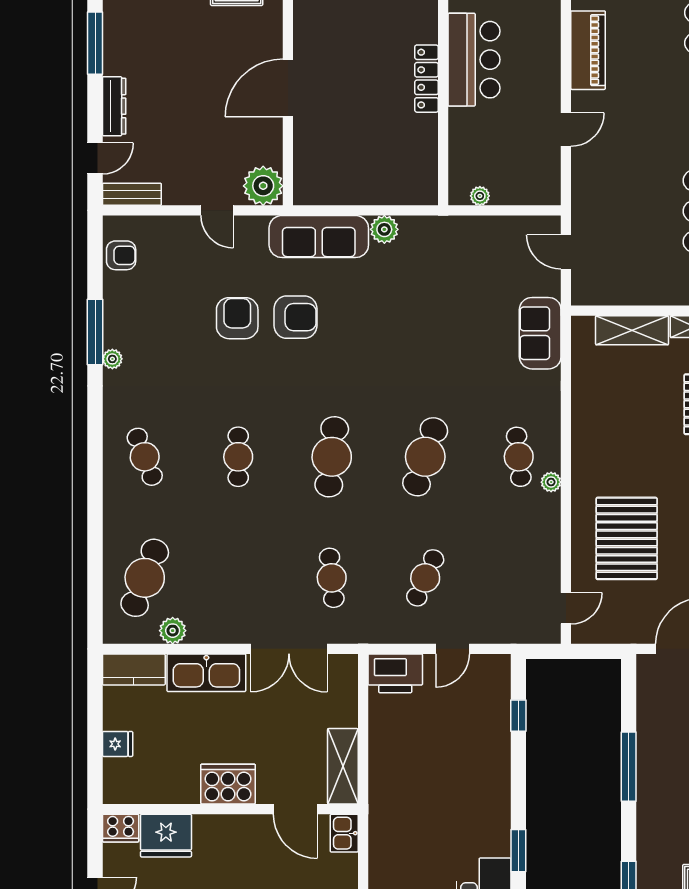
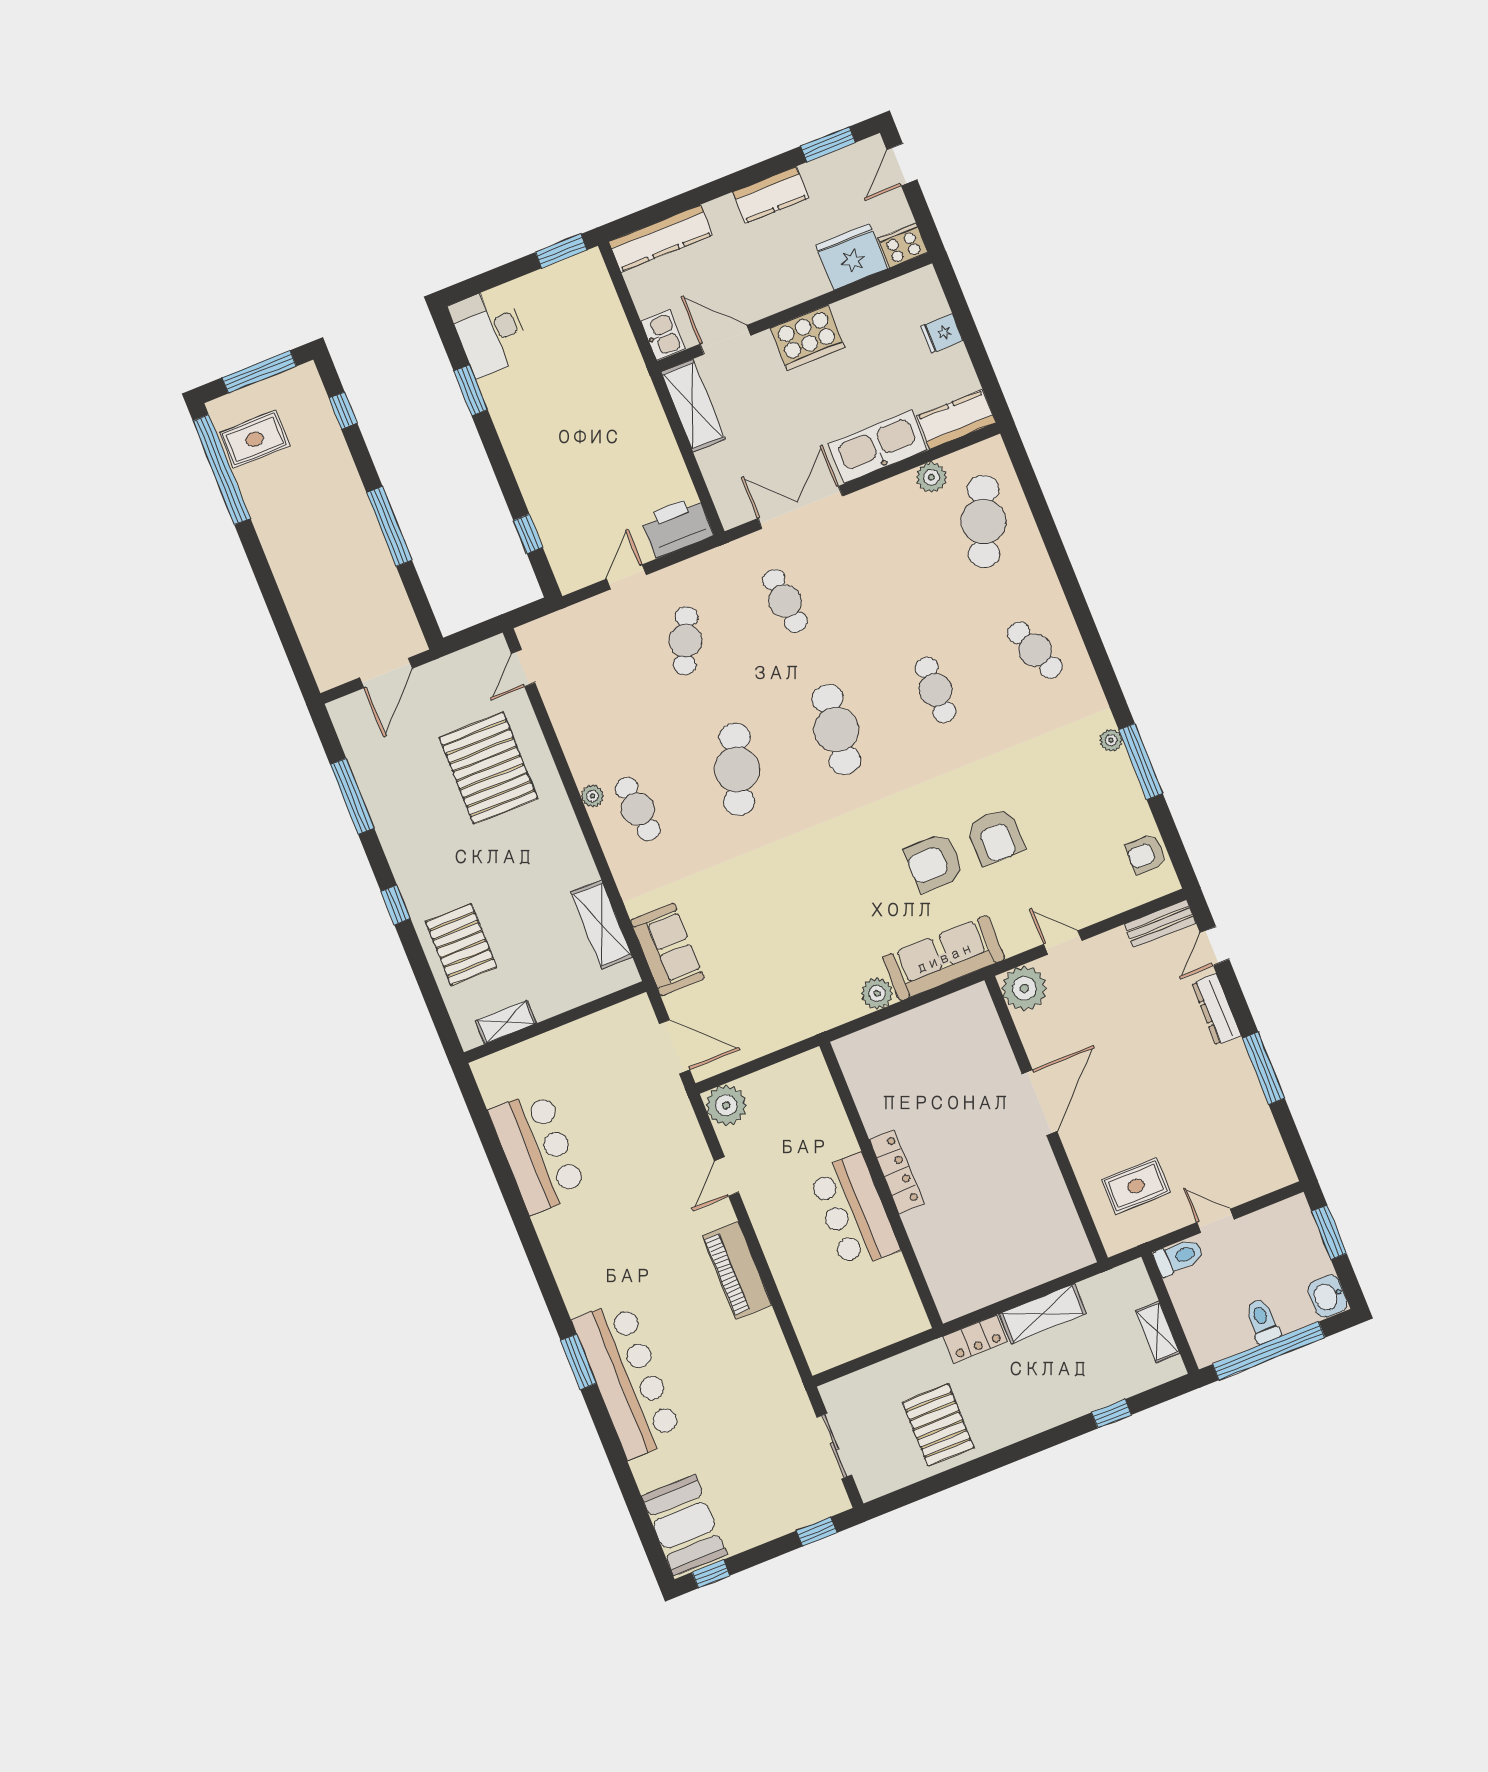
plant: (480, 196) -> (726, 1105), moved, width x1.87, depth x1.87
door: (566, 252) -> (675, 1047), width x1.38
shelving: (632, 330) -> (602, 925), moved, turned 90

